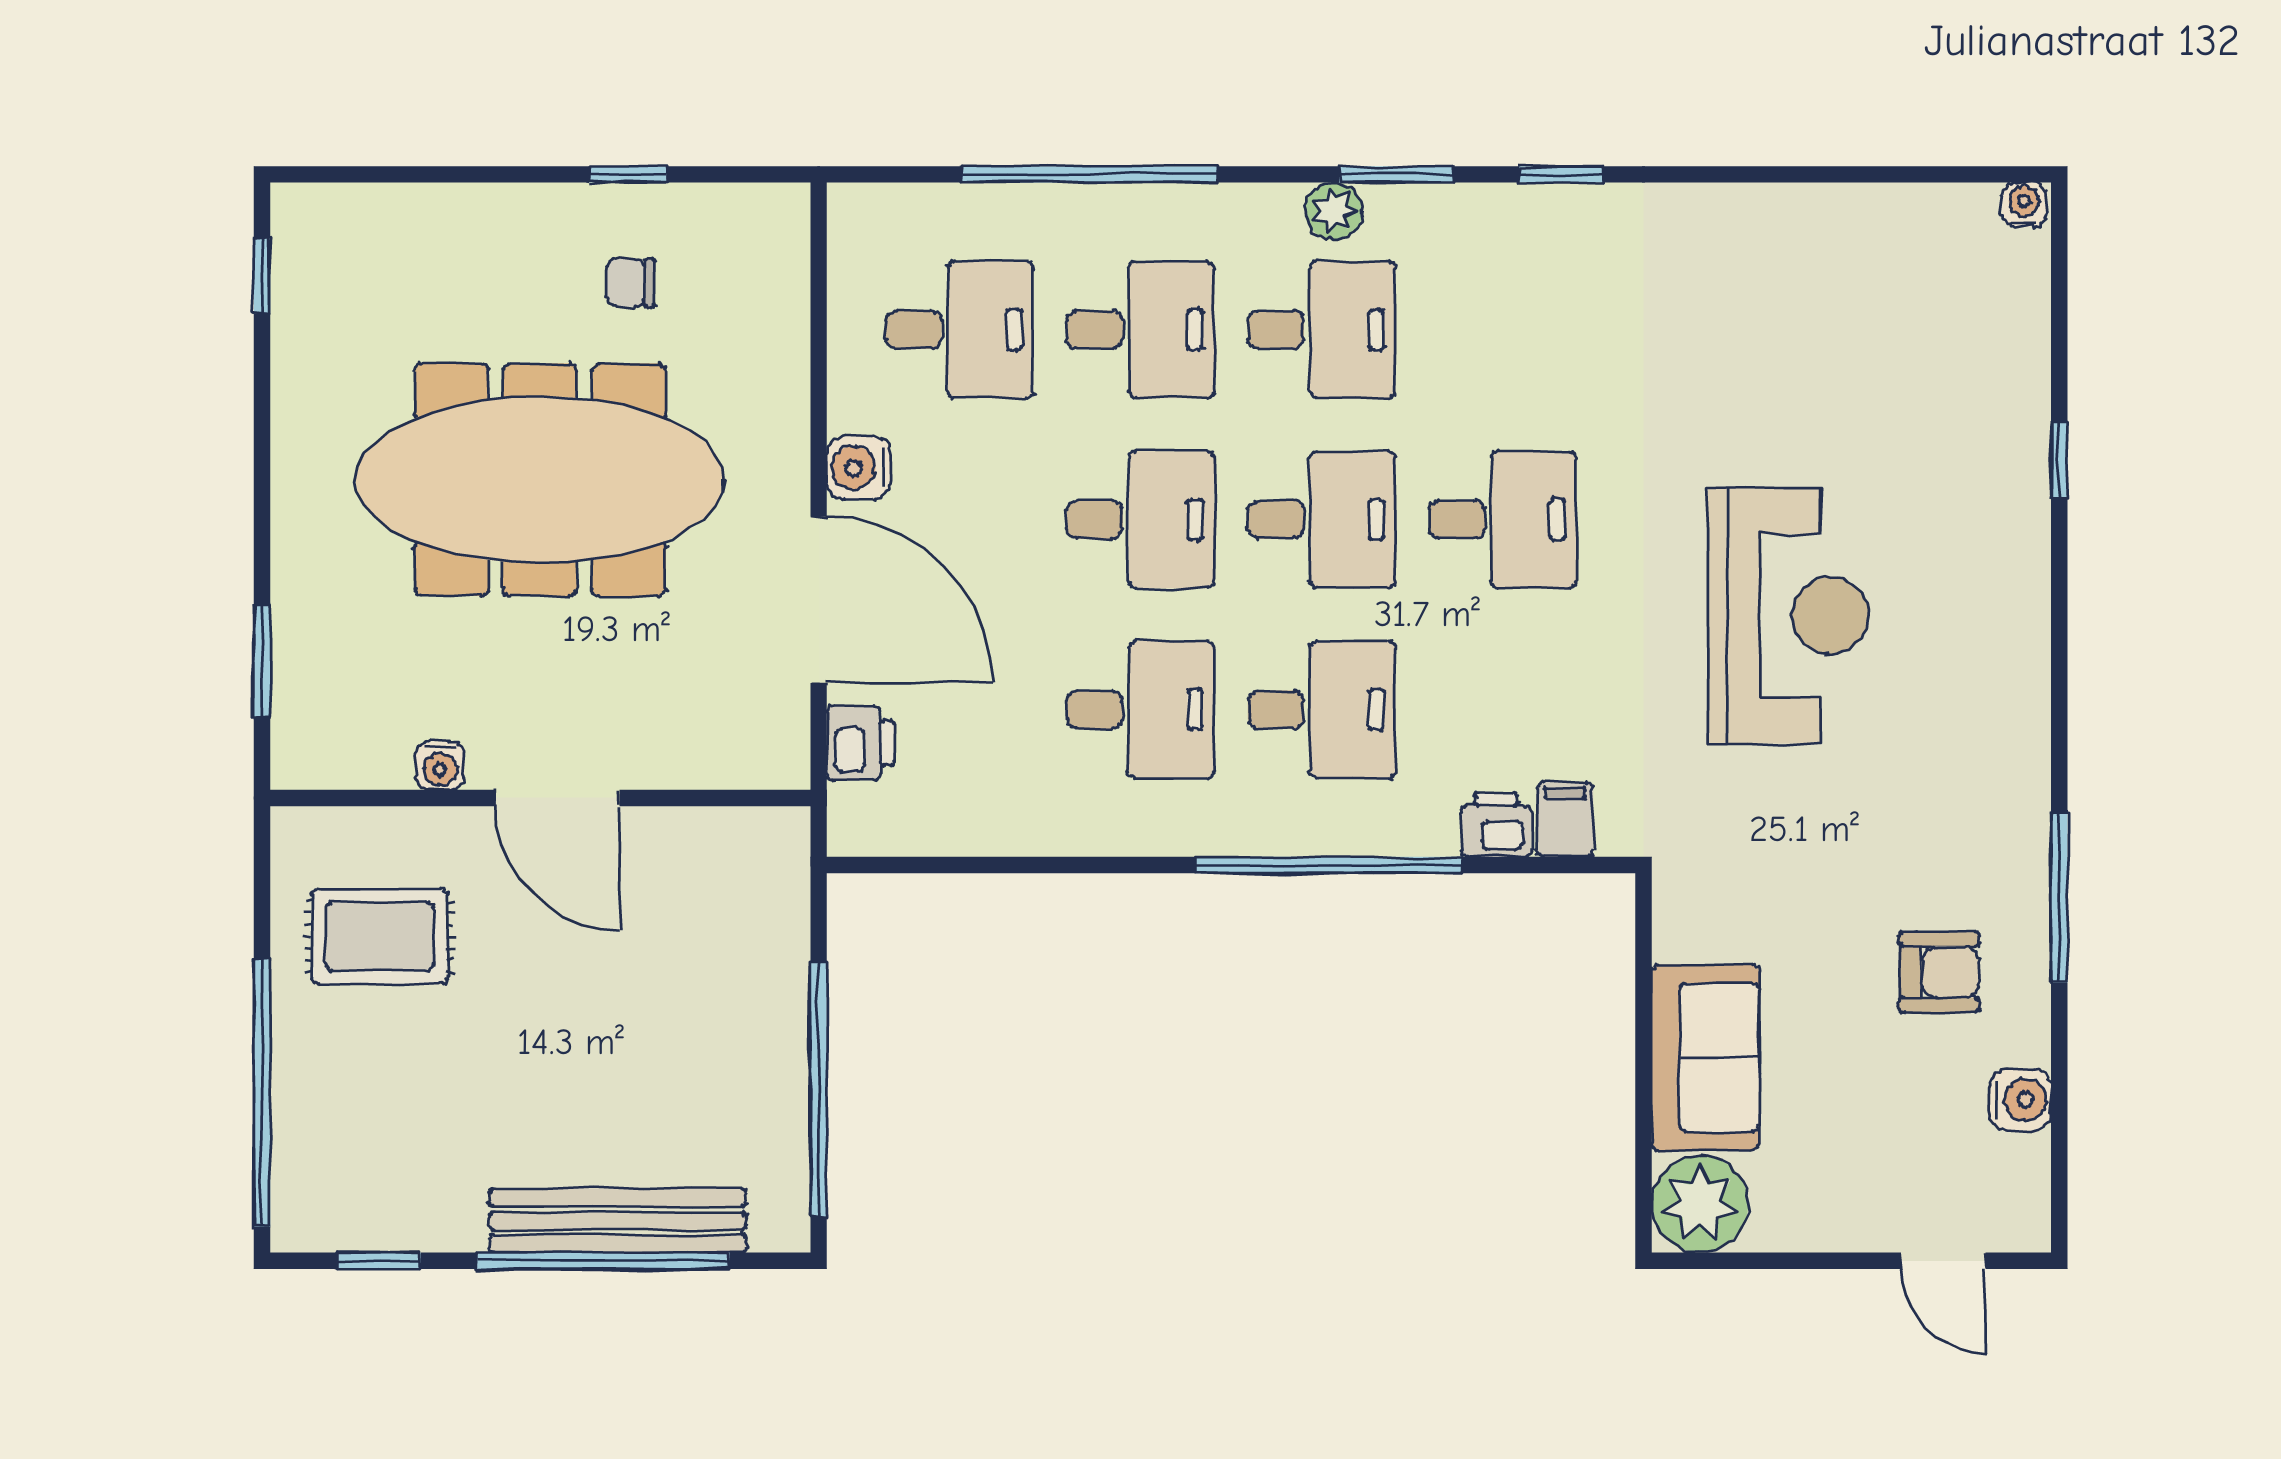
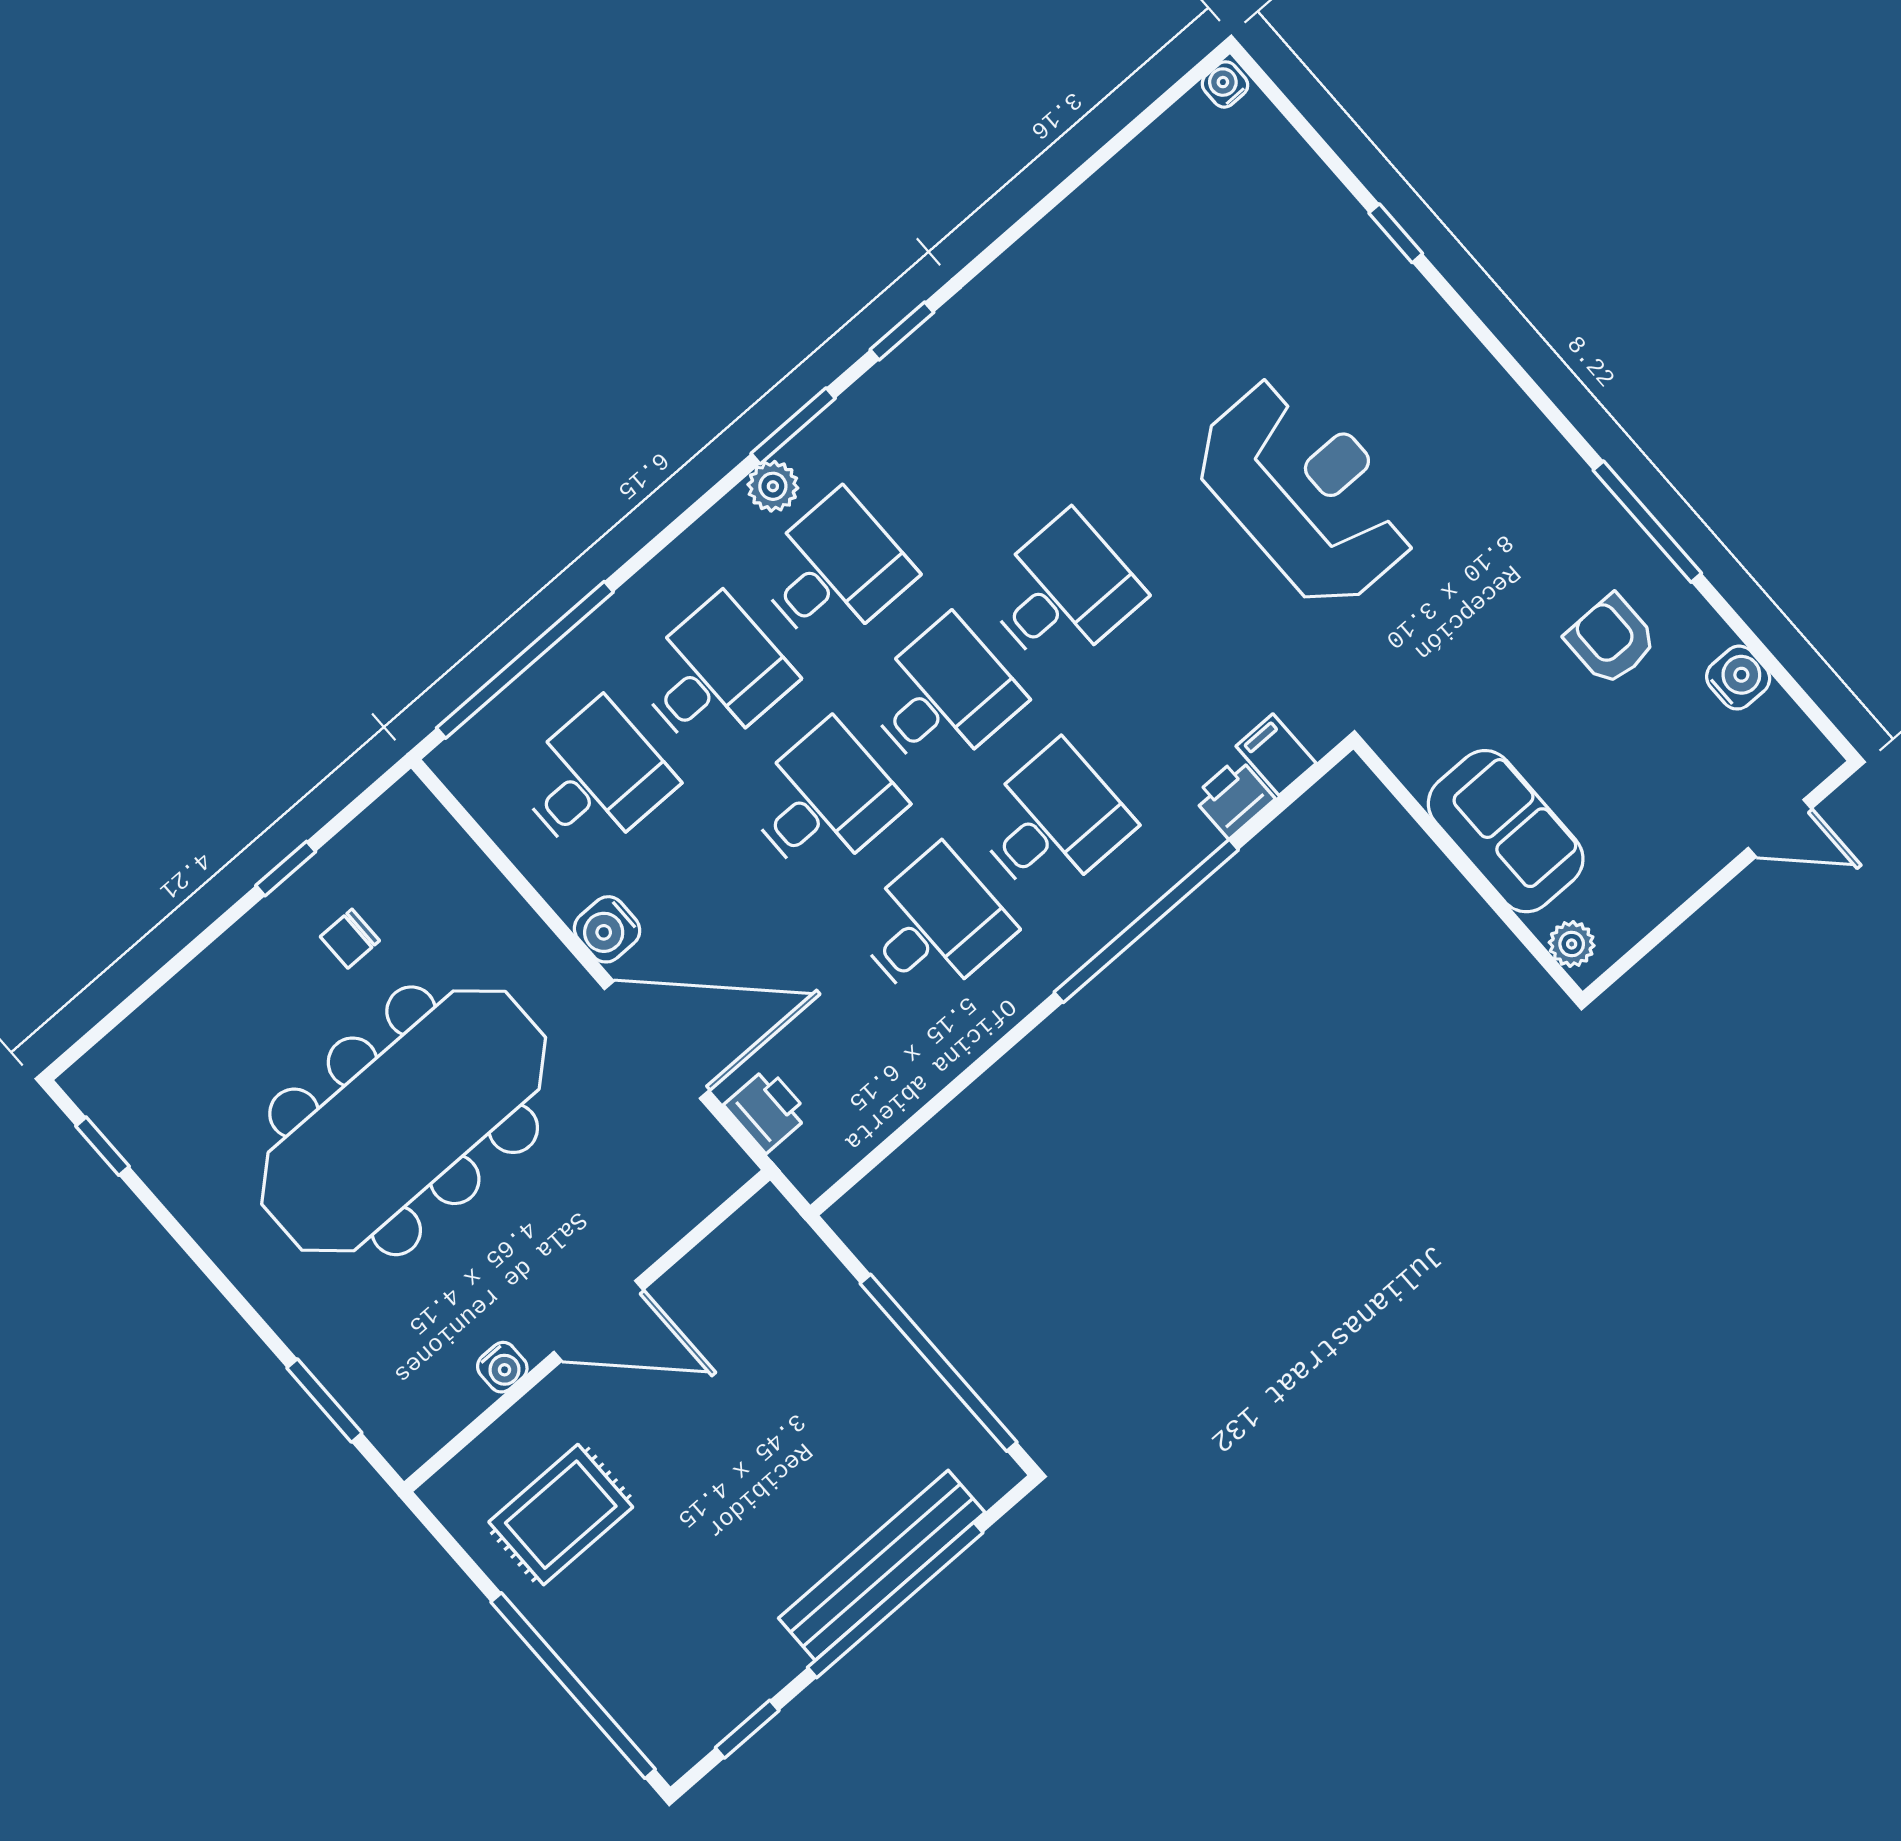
window: (1090, 174) -> (525, 660), moved
armchair: (1939, 972) -> (1611, 640), turned -90
plant: (1700, 1204) -> (1572, 944), width x0.53, depth x0.53

